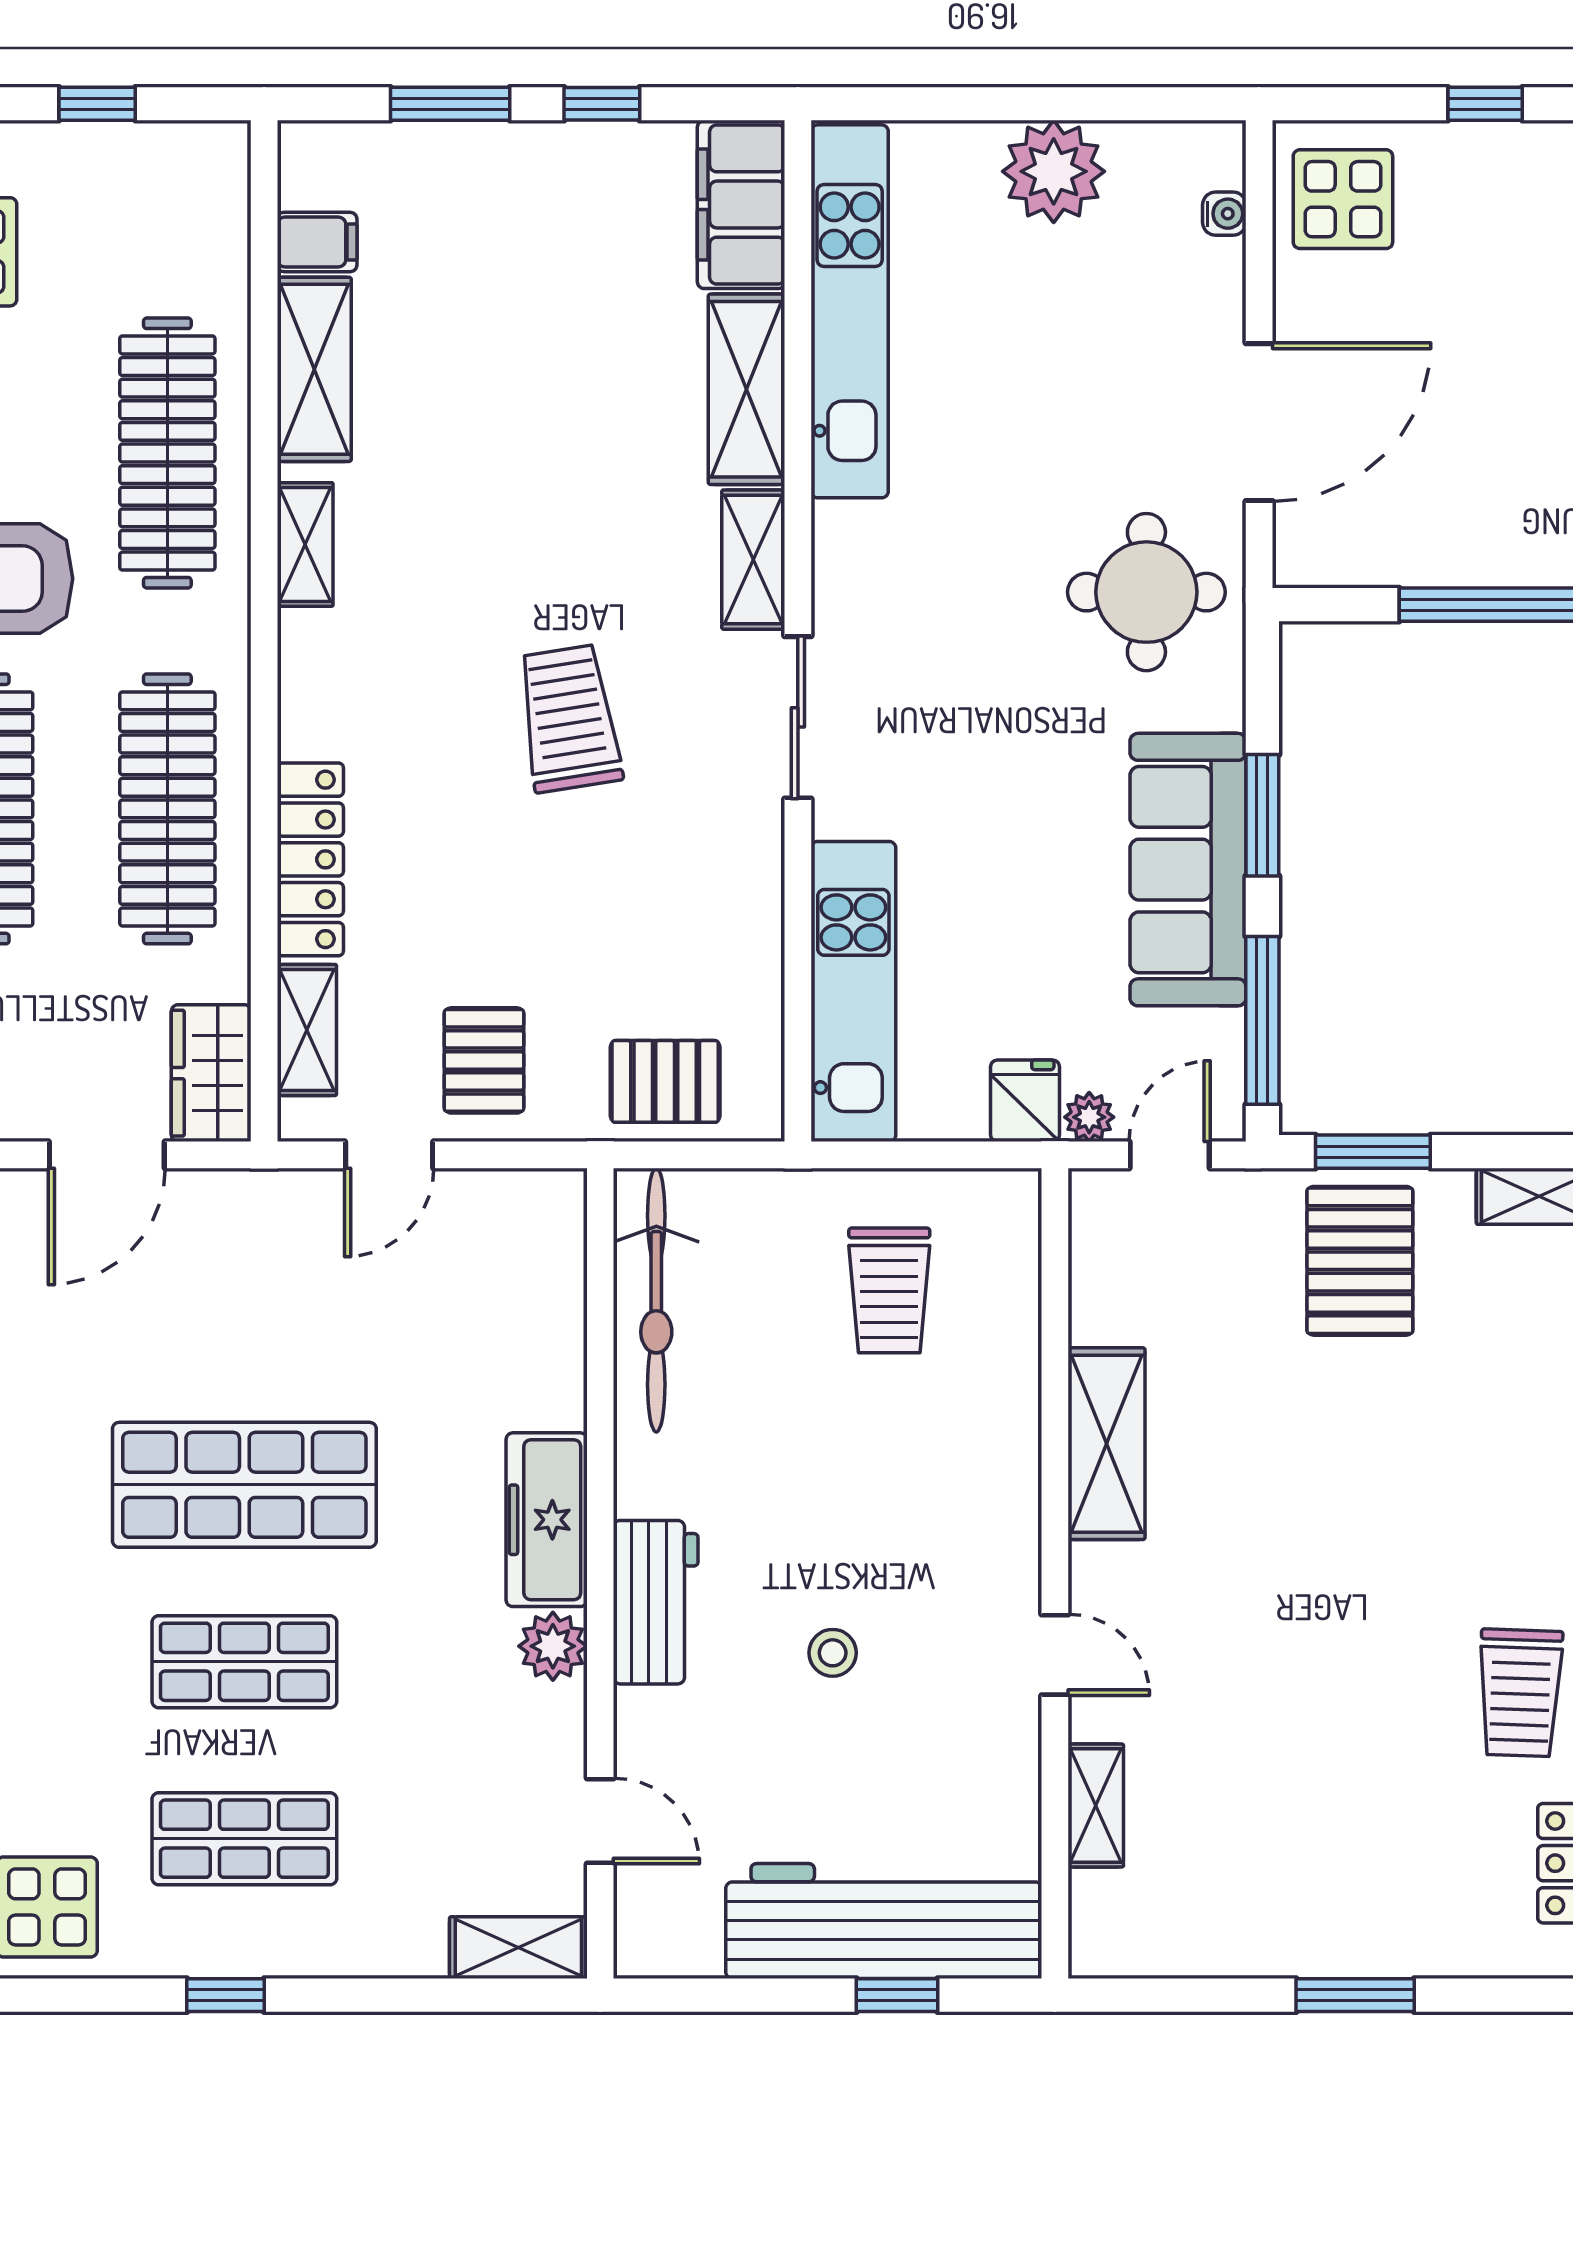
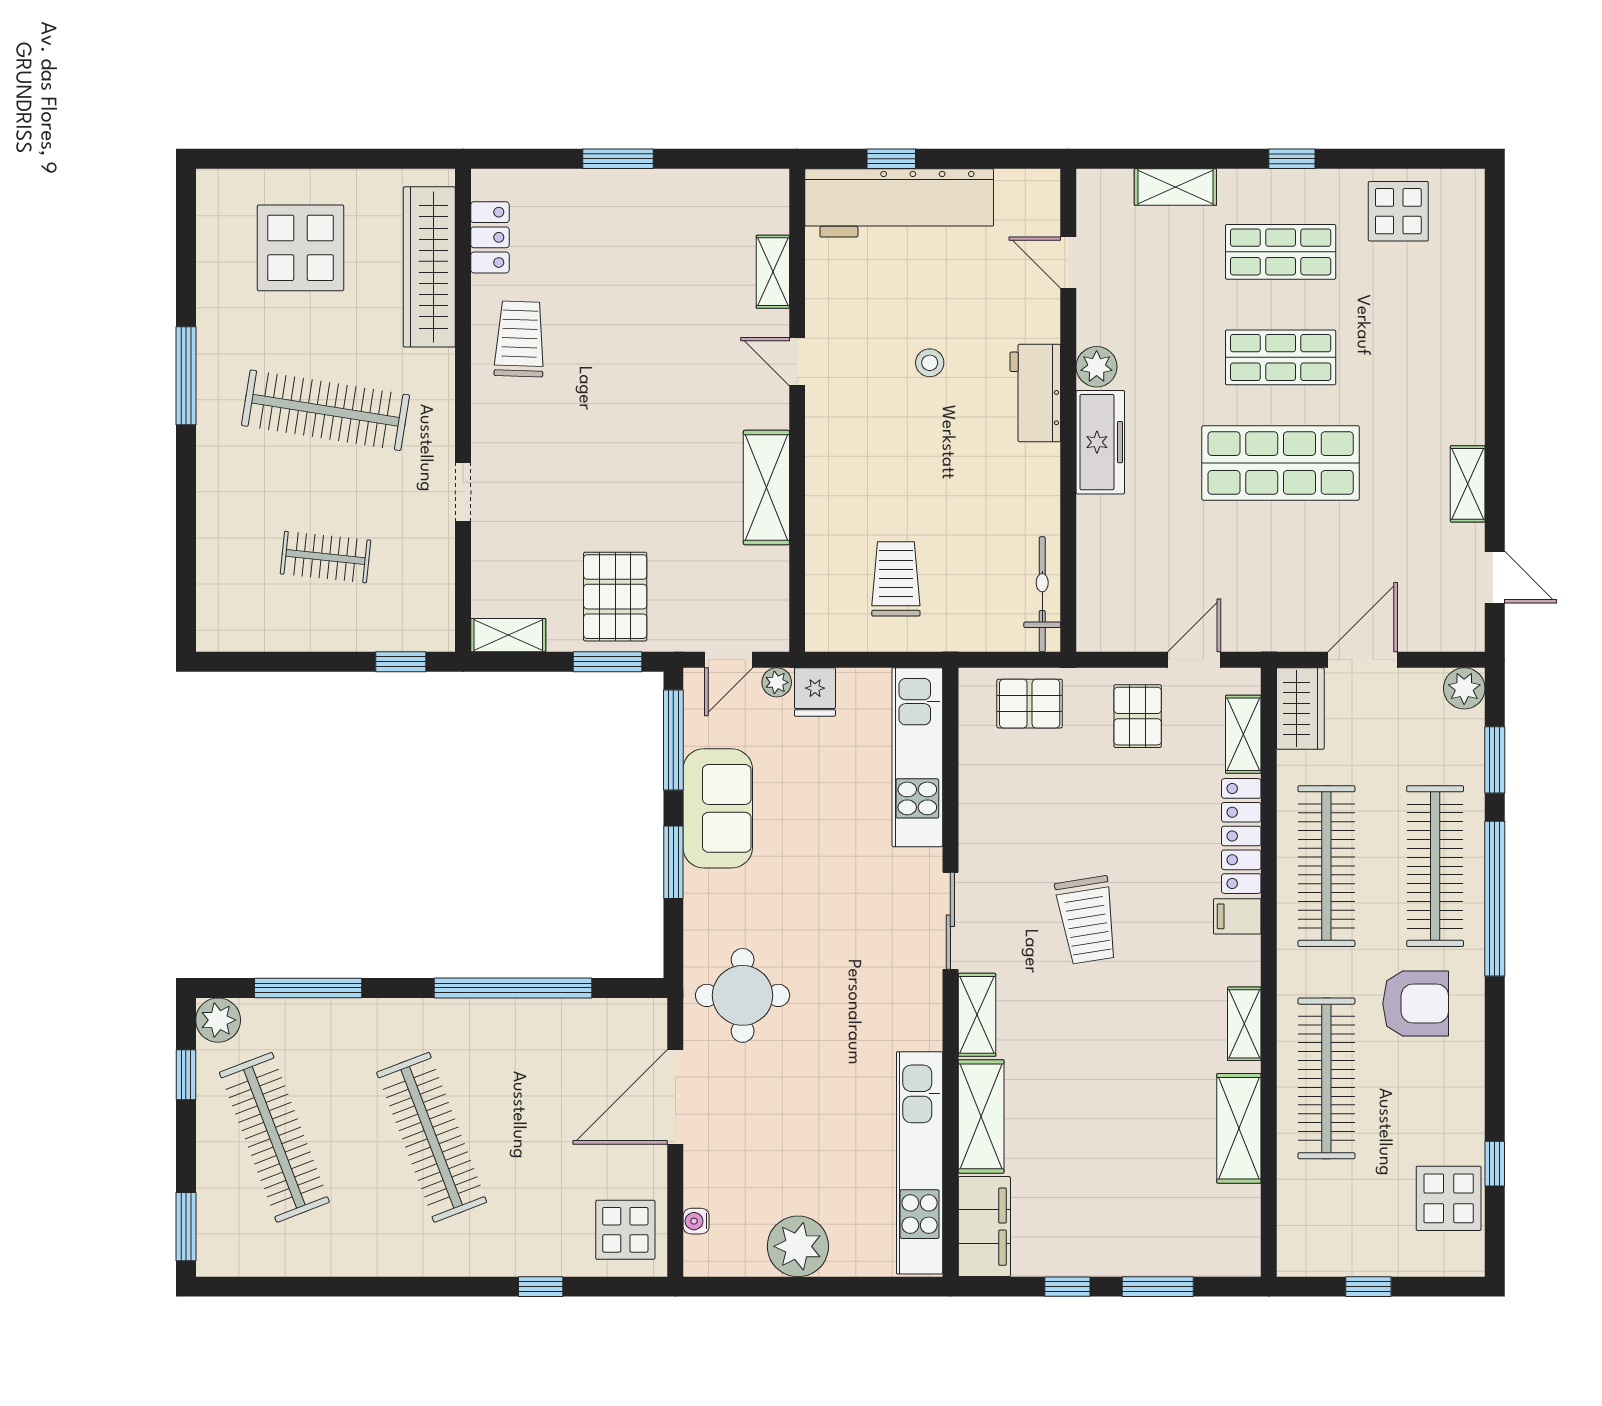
filing cabinet: (317, 242) -> (1237, 916), moved
sofa: (1188, 870) -> (718, 808), width x0.73
bicycle: (656, 1300) -> (1042, 594), width x0.73, depth x0.71
shelving: (518, 1948) -> (1175, 187), moved

